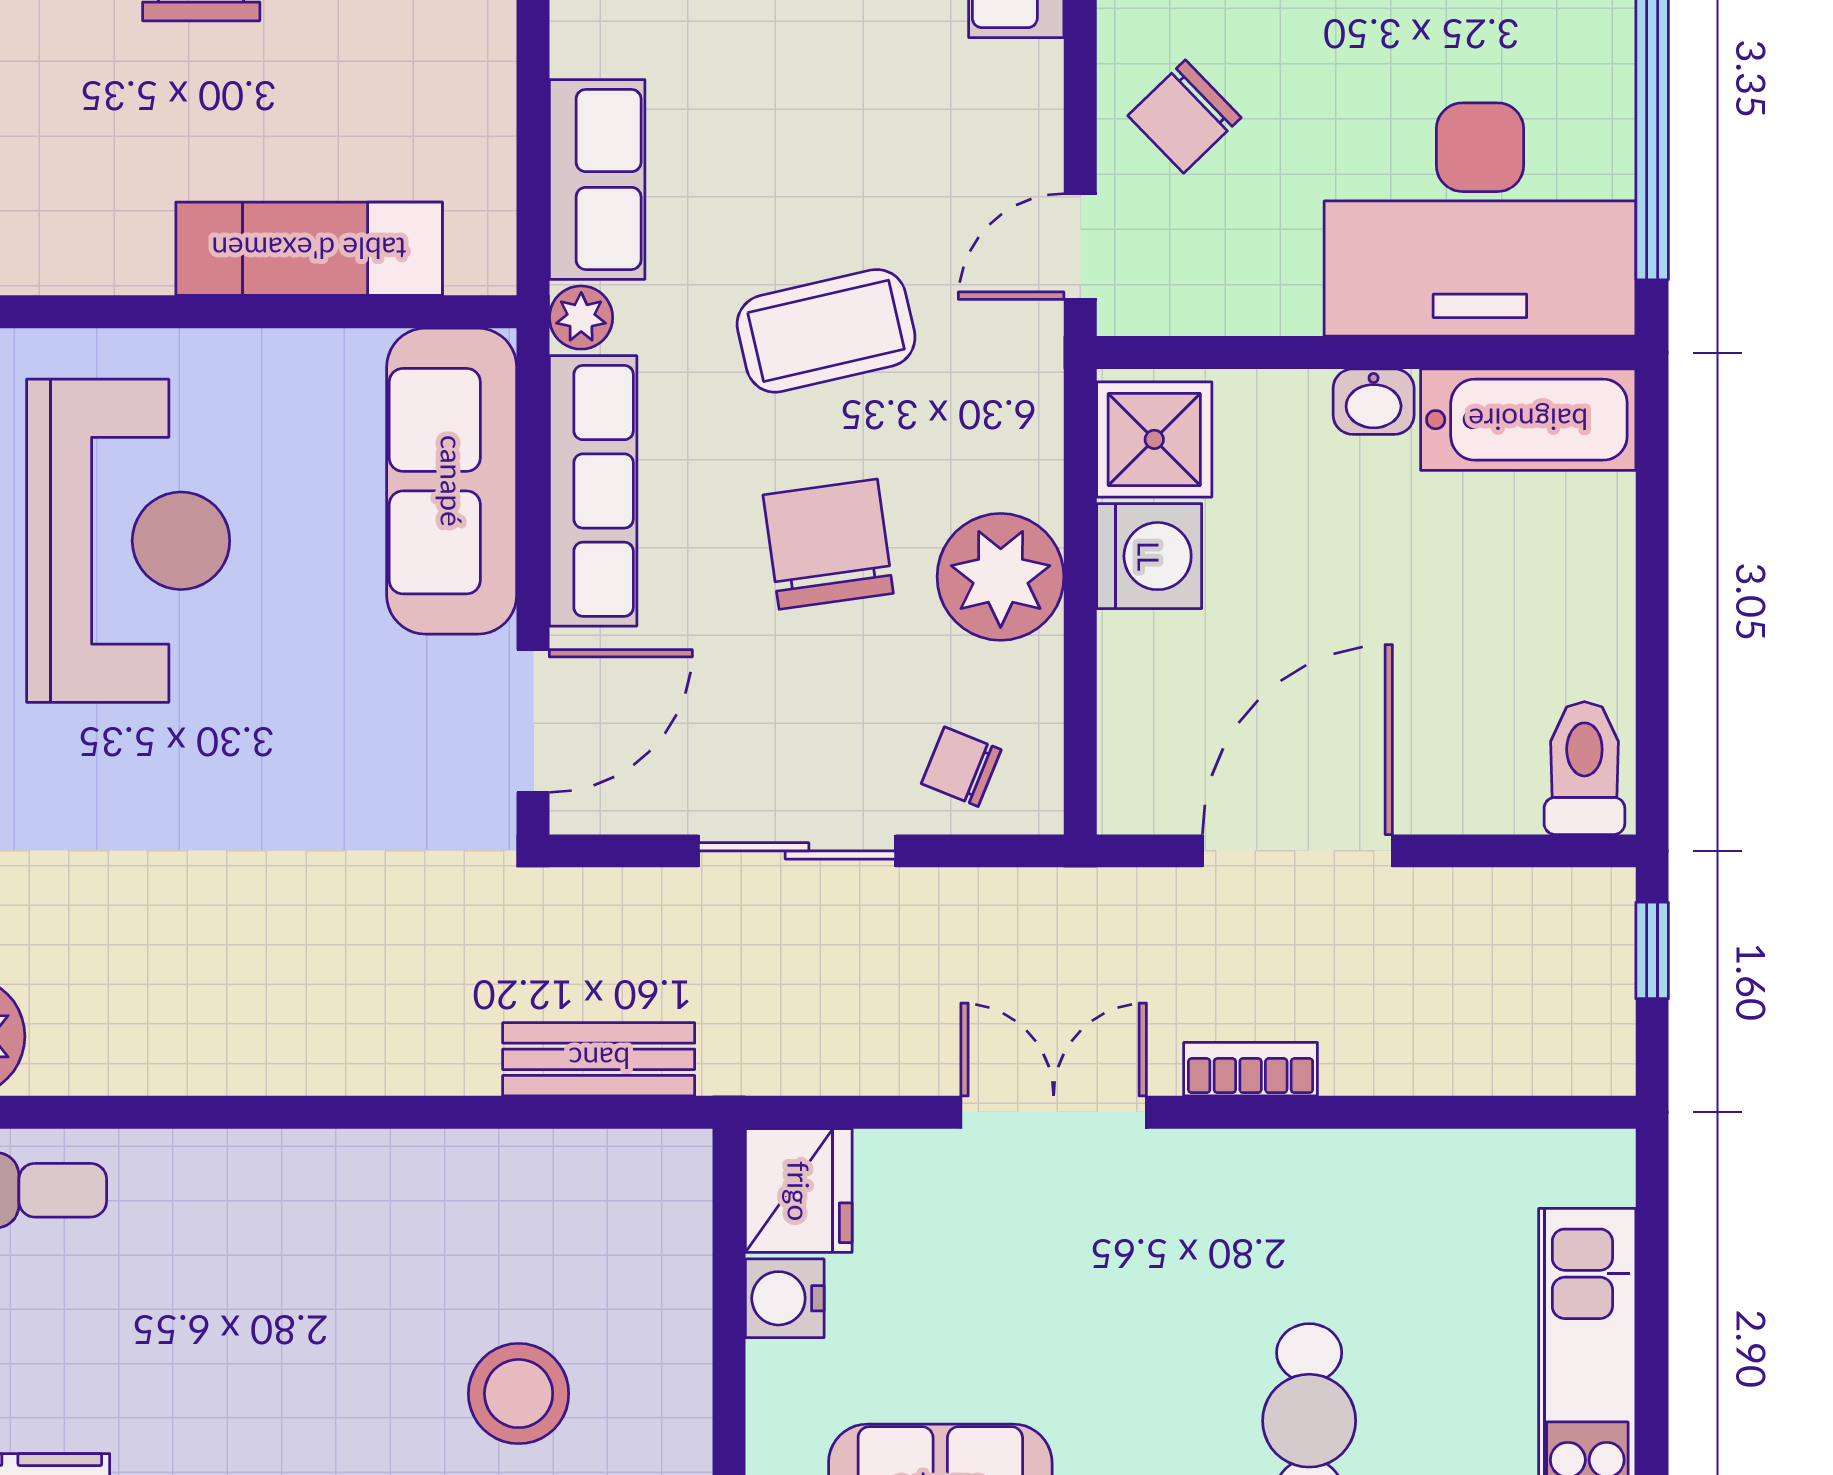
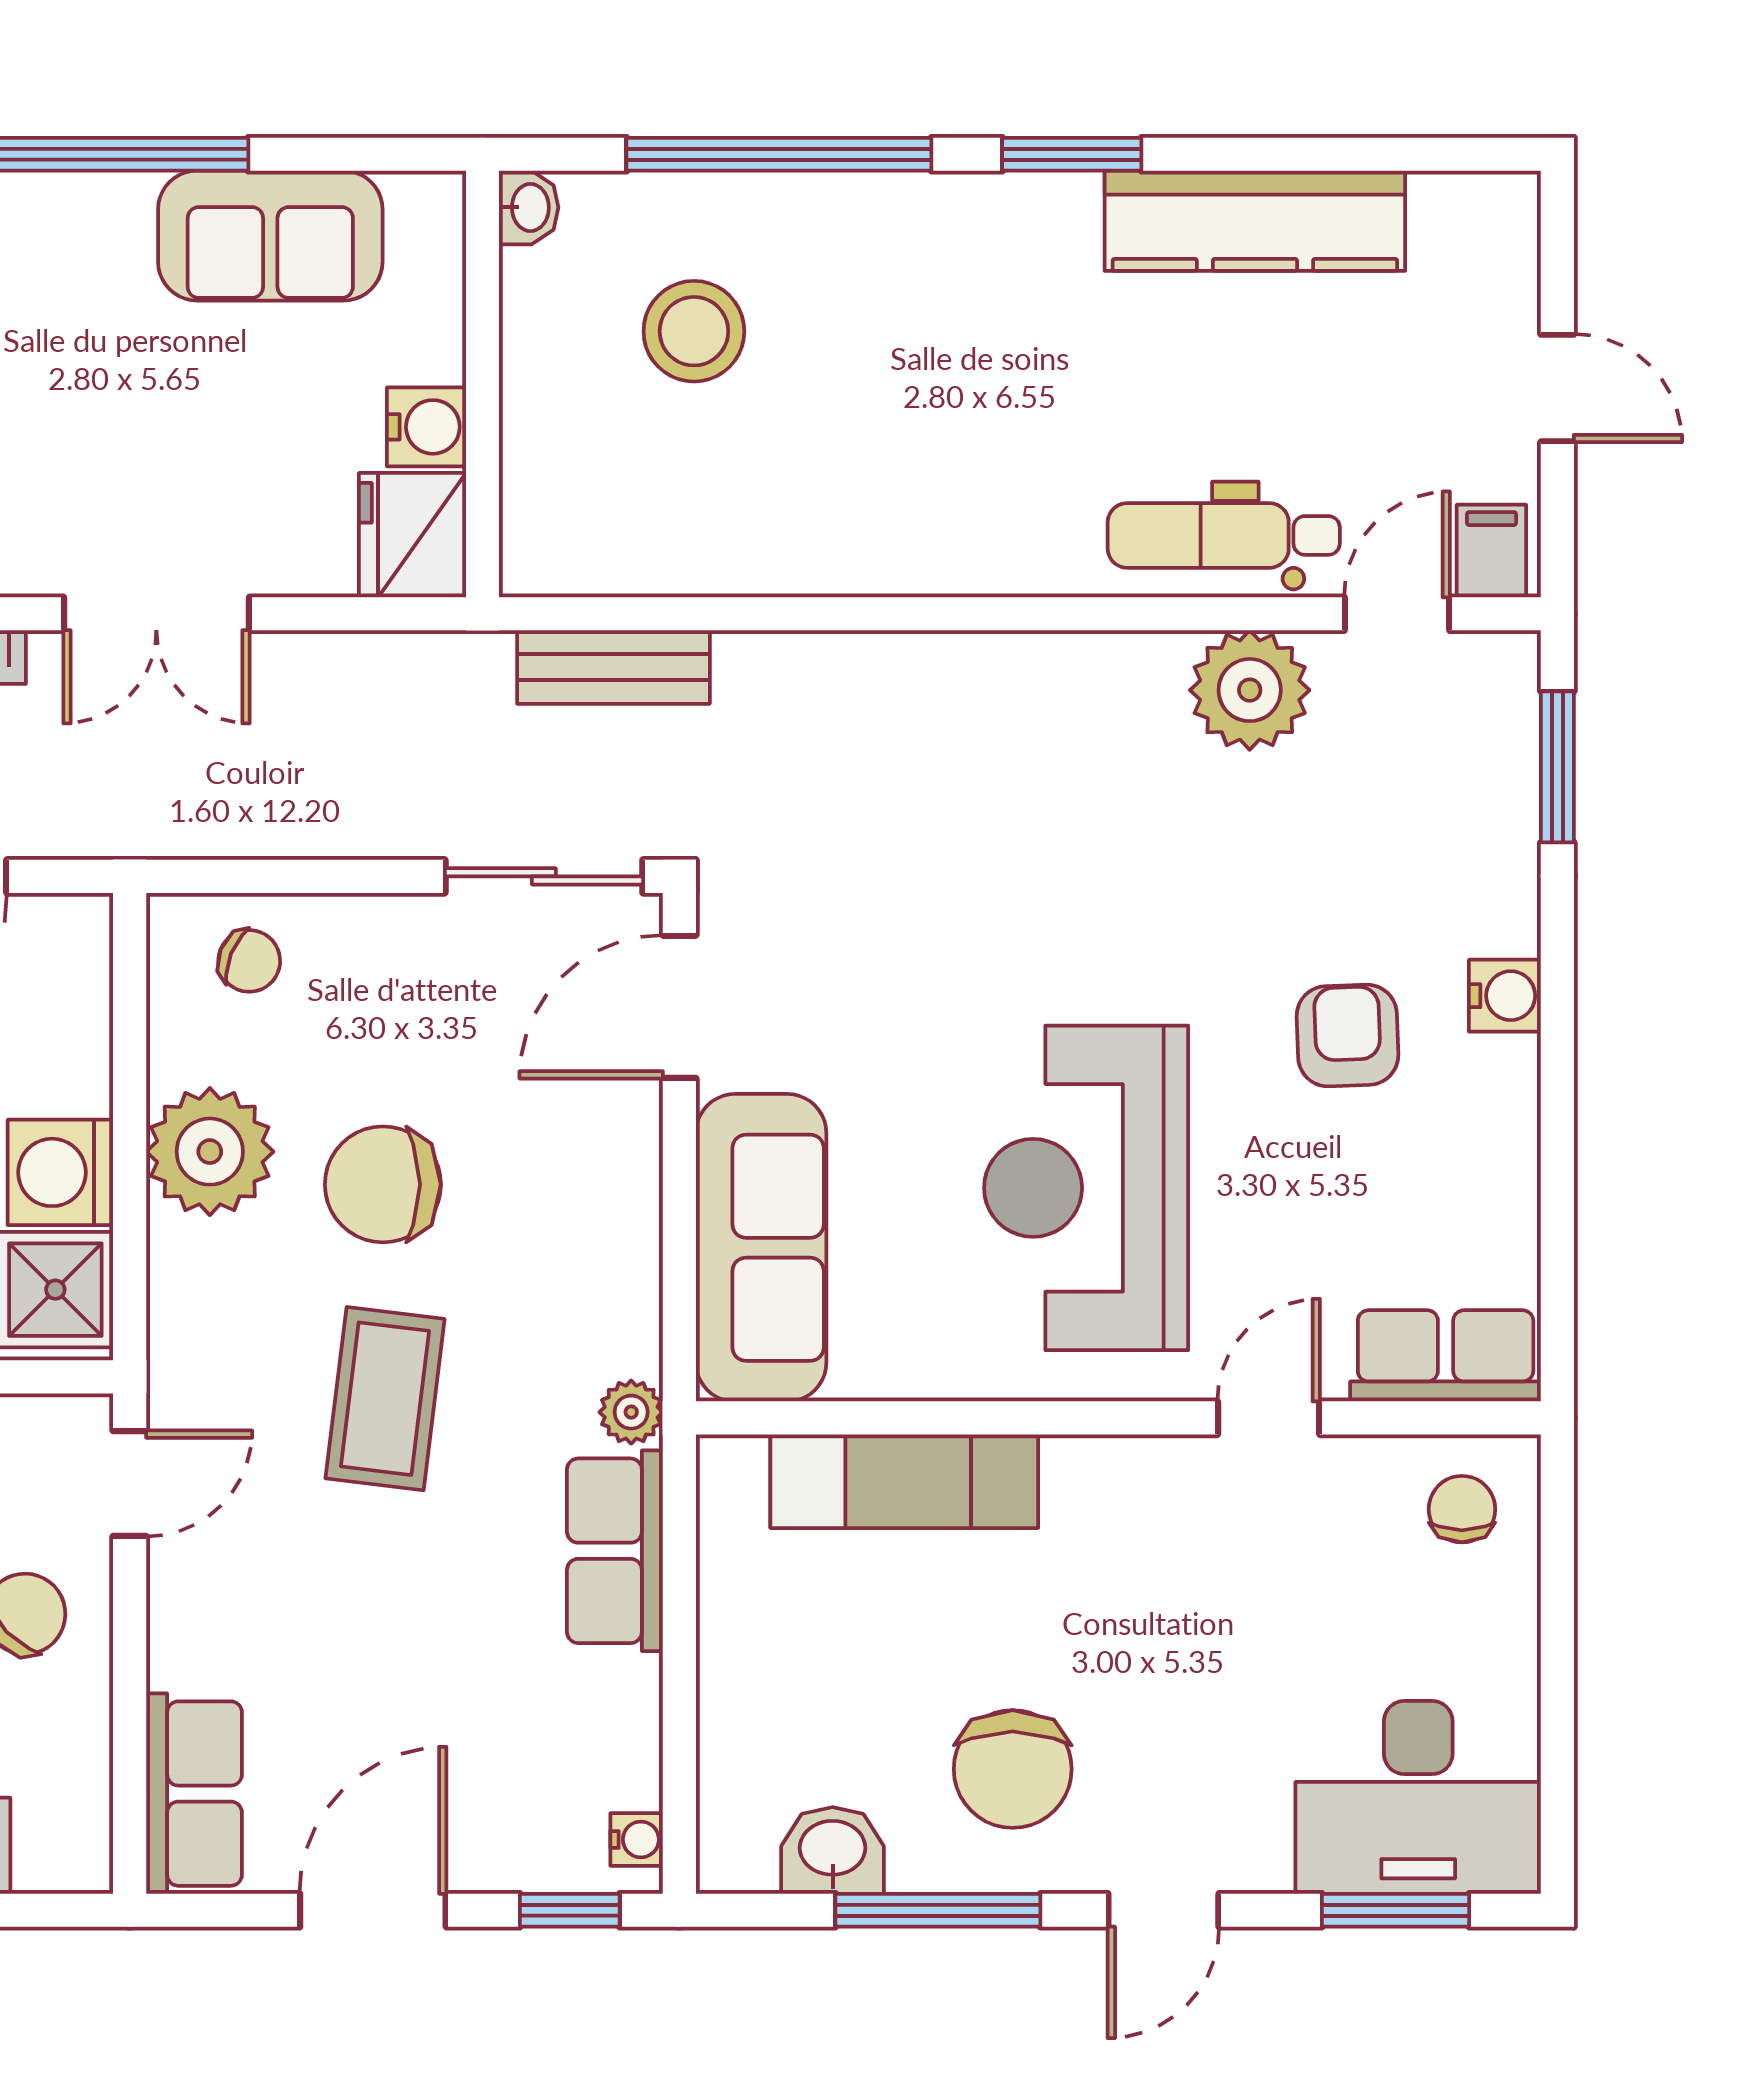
coffee table: (826, 331) -> (385, 1399), turned -70
row of seats: (593, 491) -> (619, 1238), removed
chair: (828, 544) -> (383, 1184), turned 98
sliding door: (797, 851) -> (544, 876), moved

